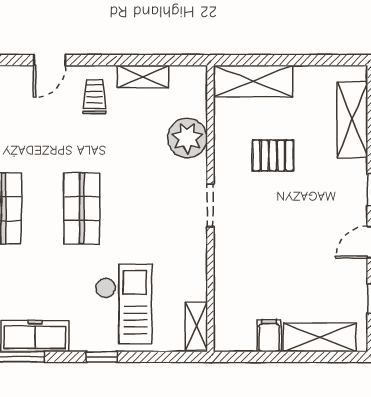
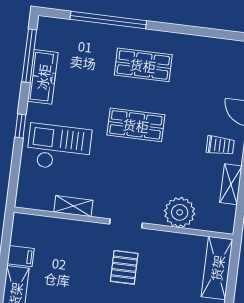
pallet: (273, 155) -> (124, 267), moved
checkout: (123, 304) -> (59, 148), turned 180
shelving: (196, 326) -> (73, 206), moved

